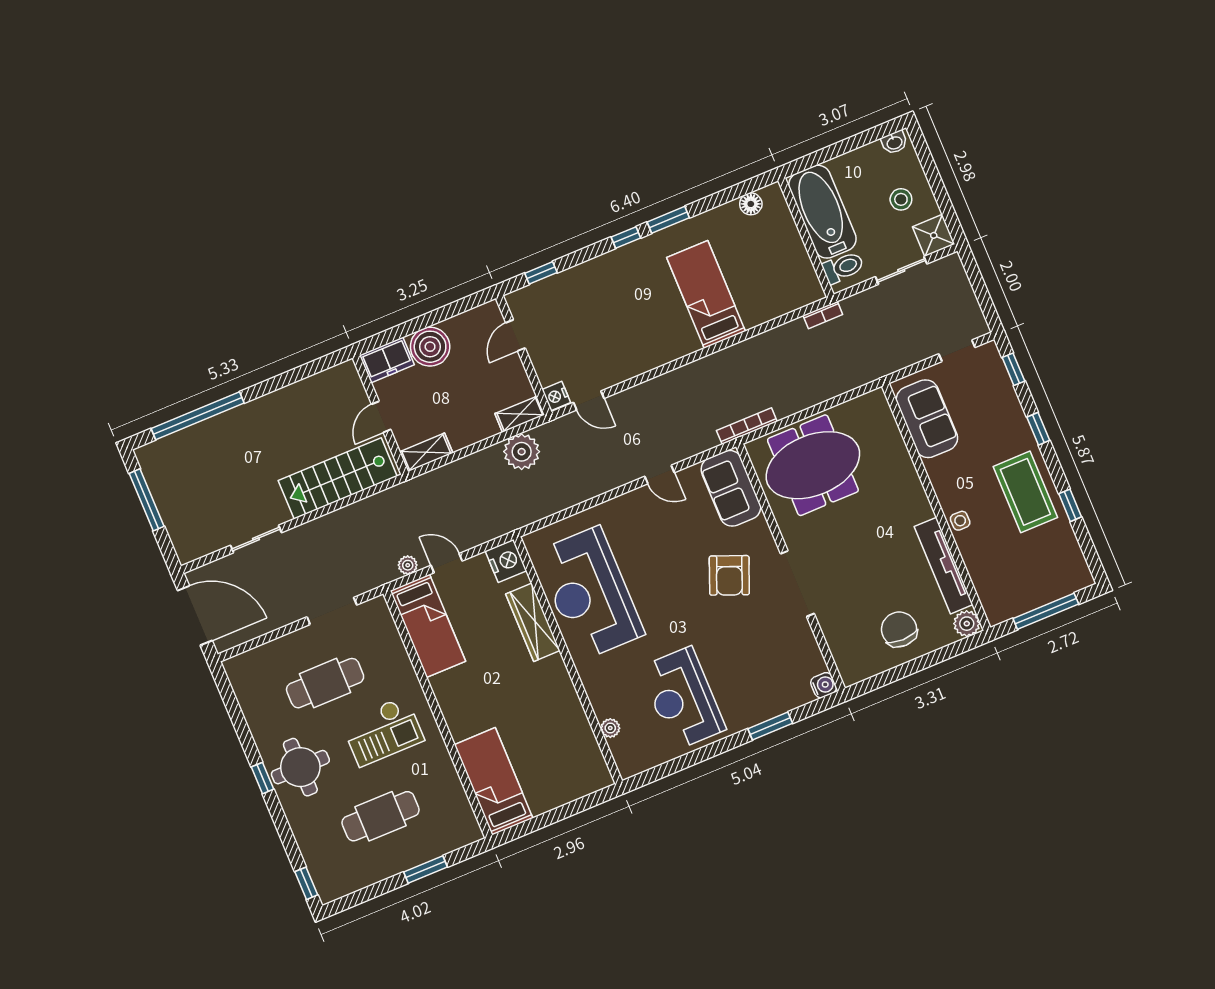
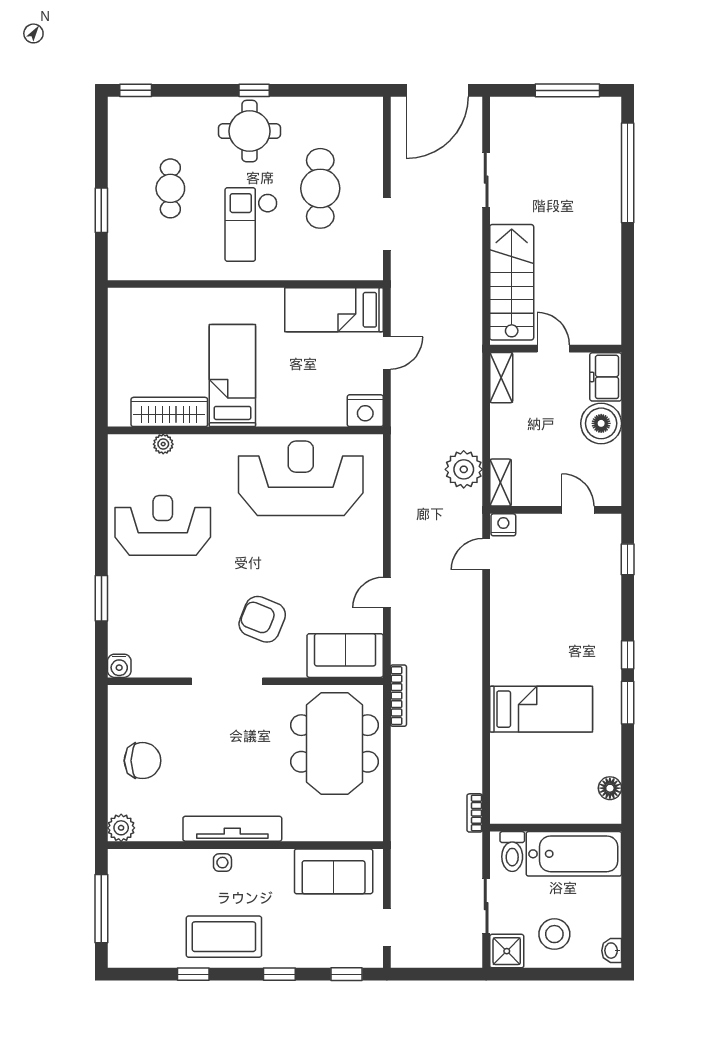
stool: (901, 199) -> (554, 934), width x1.38, depth x1.38
plant: (408, 565) -> (400, 315), removed
tv unit: (944, 566) -> (232, 829), moved
wardrobe: (533, 622) -> (169, 412), moved
bed: (494, 781) -> (232, 376), moved, turned -90
cafe table: (381, 816) -> (170, 188), width x0.73, depth x0.74

